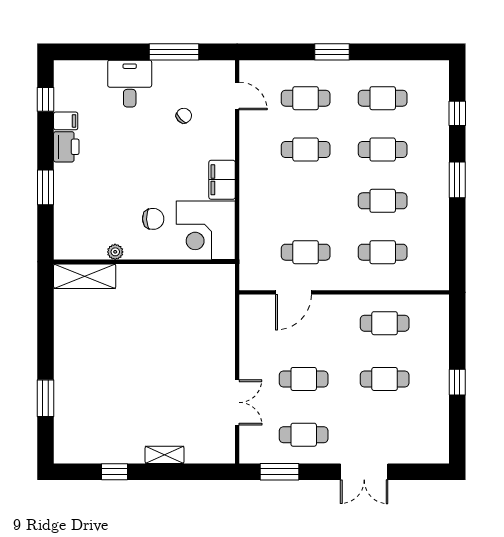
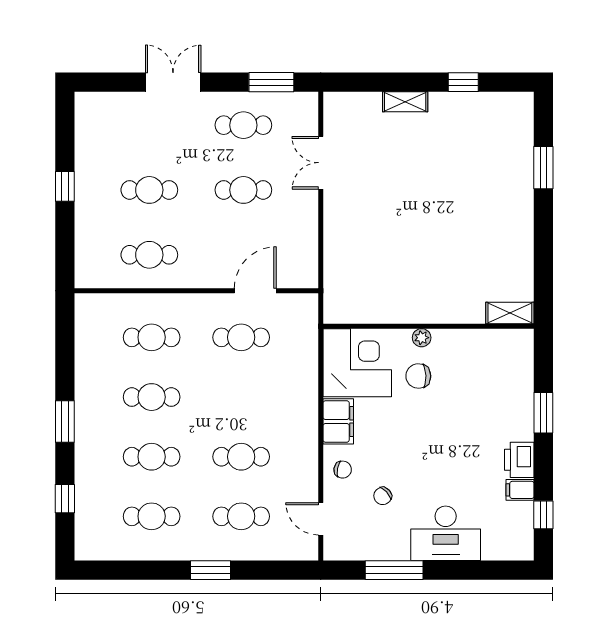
desk: (130, 84) -> (446, 533), width x1.37
chair: (218, 138) -> (343, 470), added
plant: (115, 252) -> (422, 338), moved
shelving: (85, 276) -> (510, 313), width x0.67, depth x0.75

